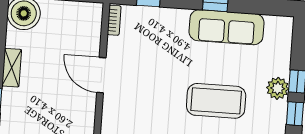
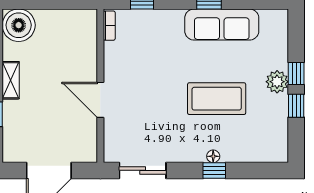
door: (101, 75) -> (100, 100), moved

